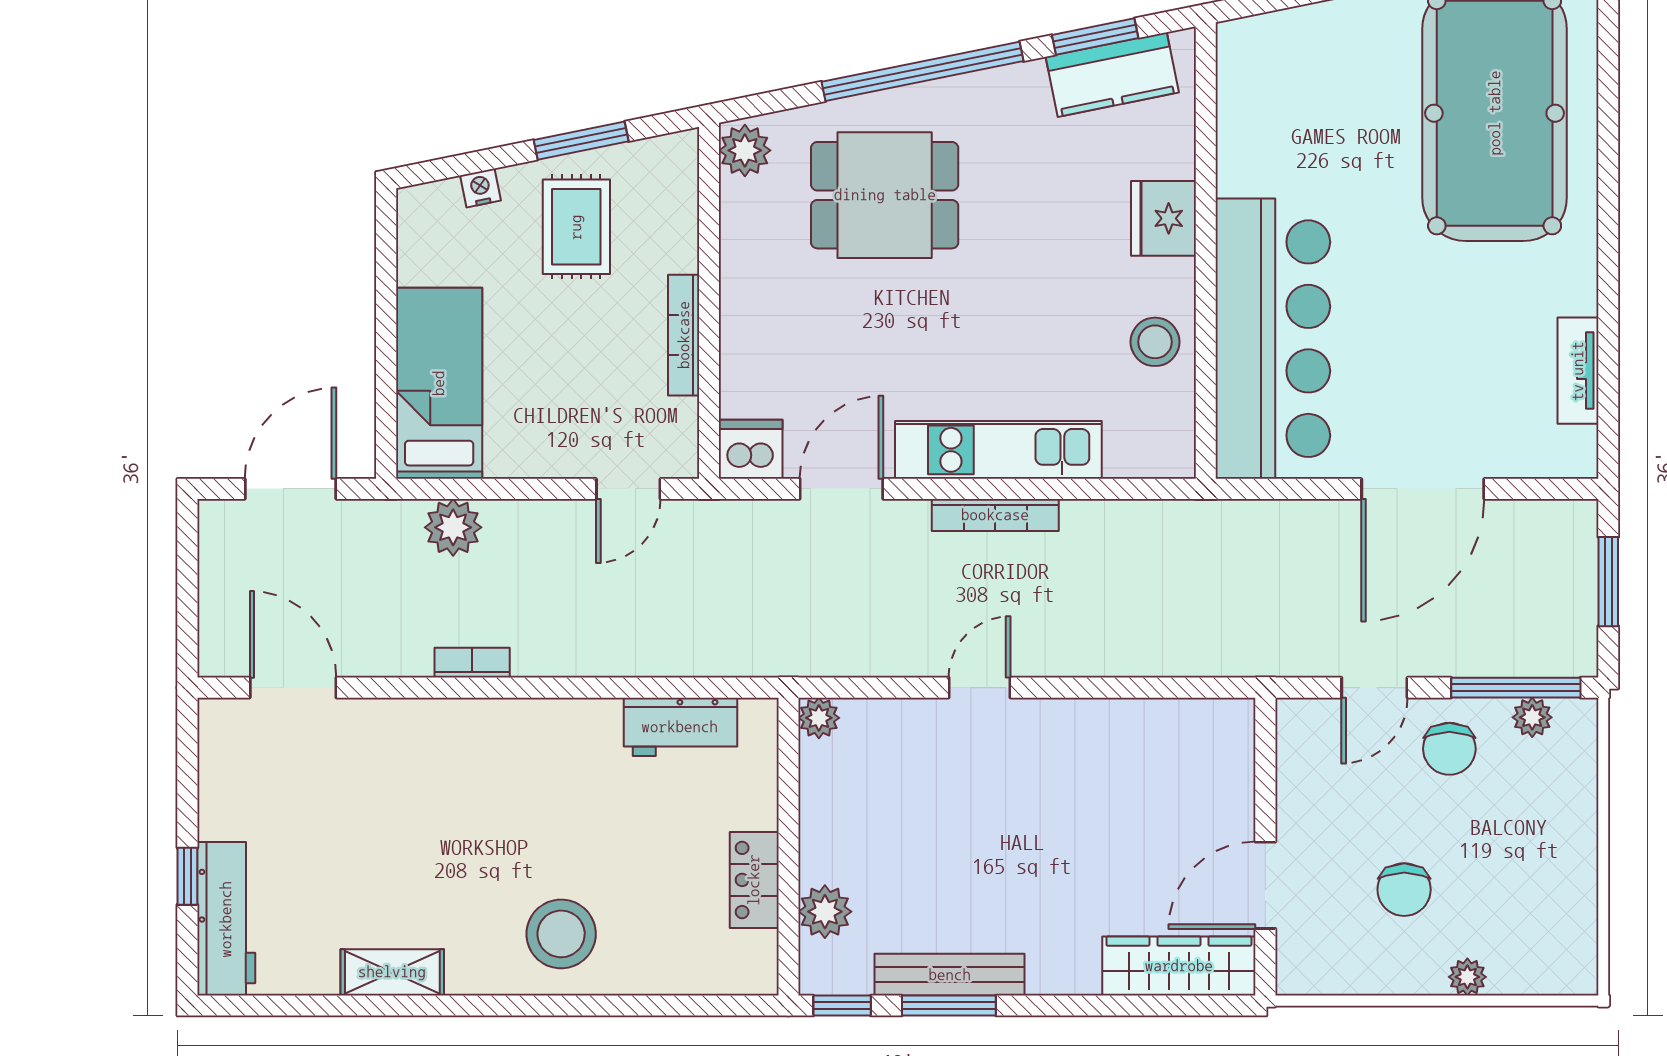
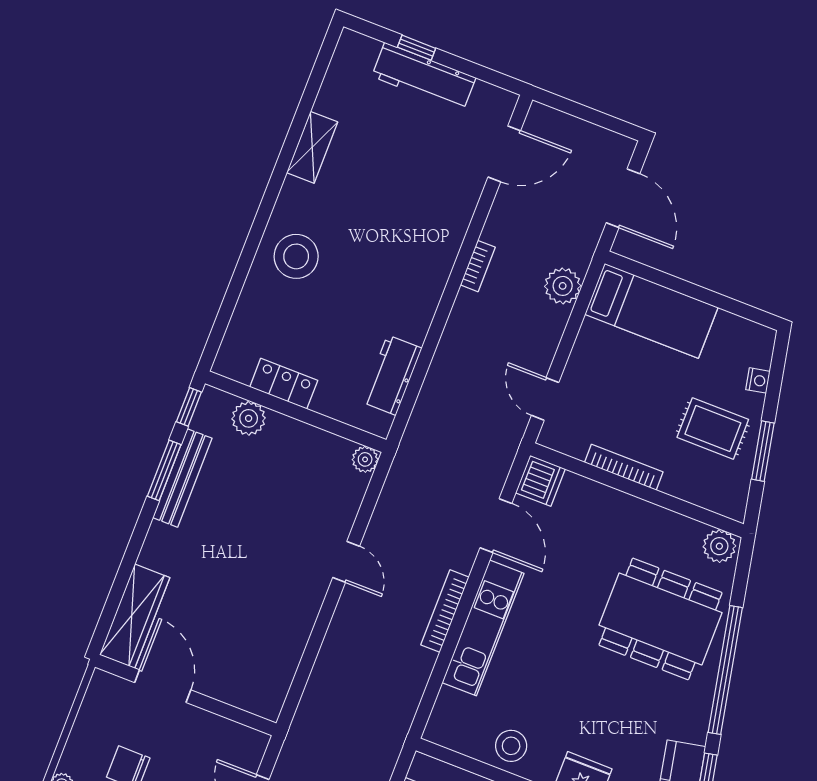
dining table: (885, 195) -> (661, 619), width x1.38
workbench: (226, 919) -> (424, 77), moved

